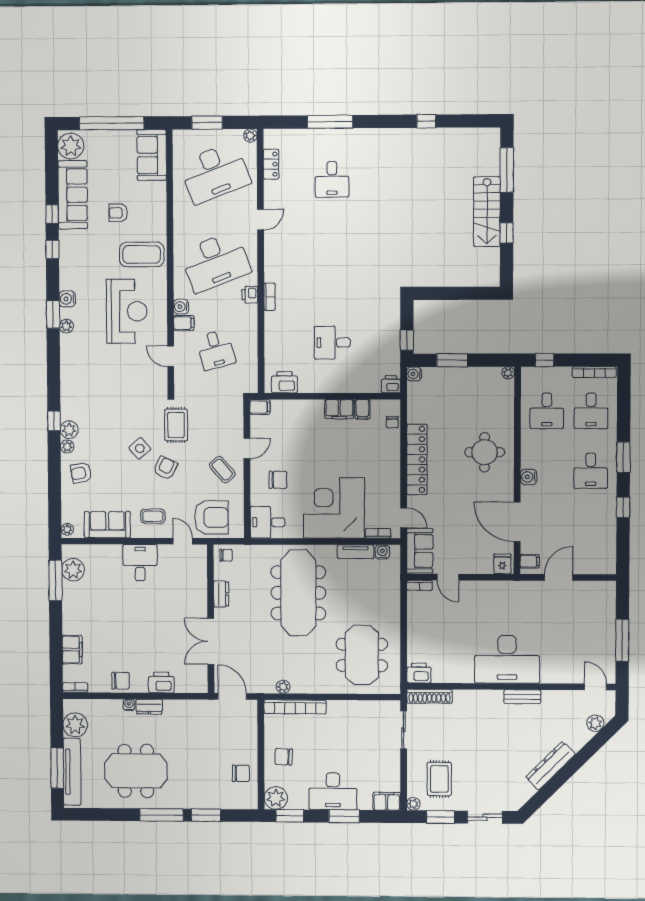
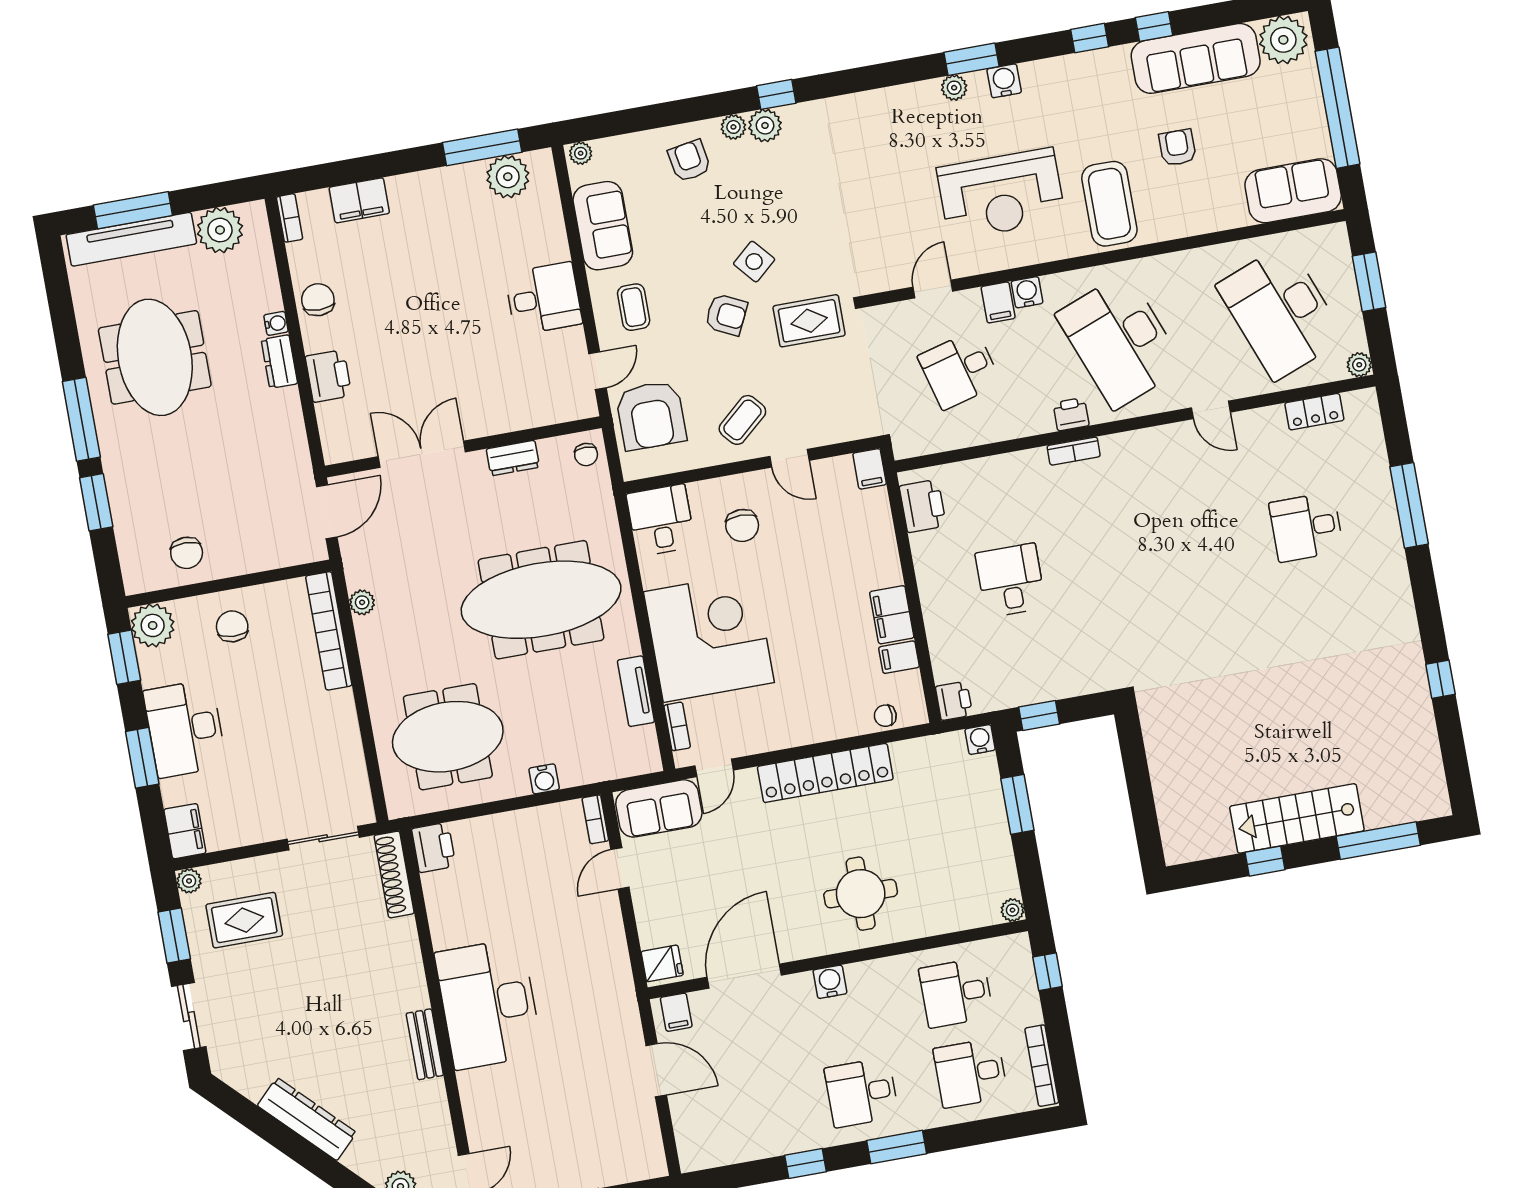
water cooler: (382, 552) -> (544, 779), moved, turned 90
chair: (120, 681) -> (318, 300), turned 180

